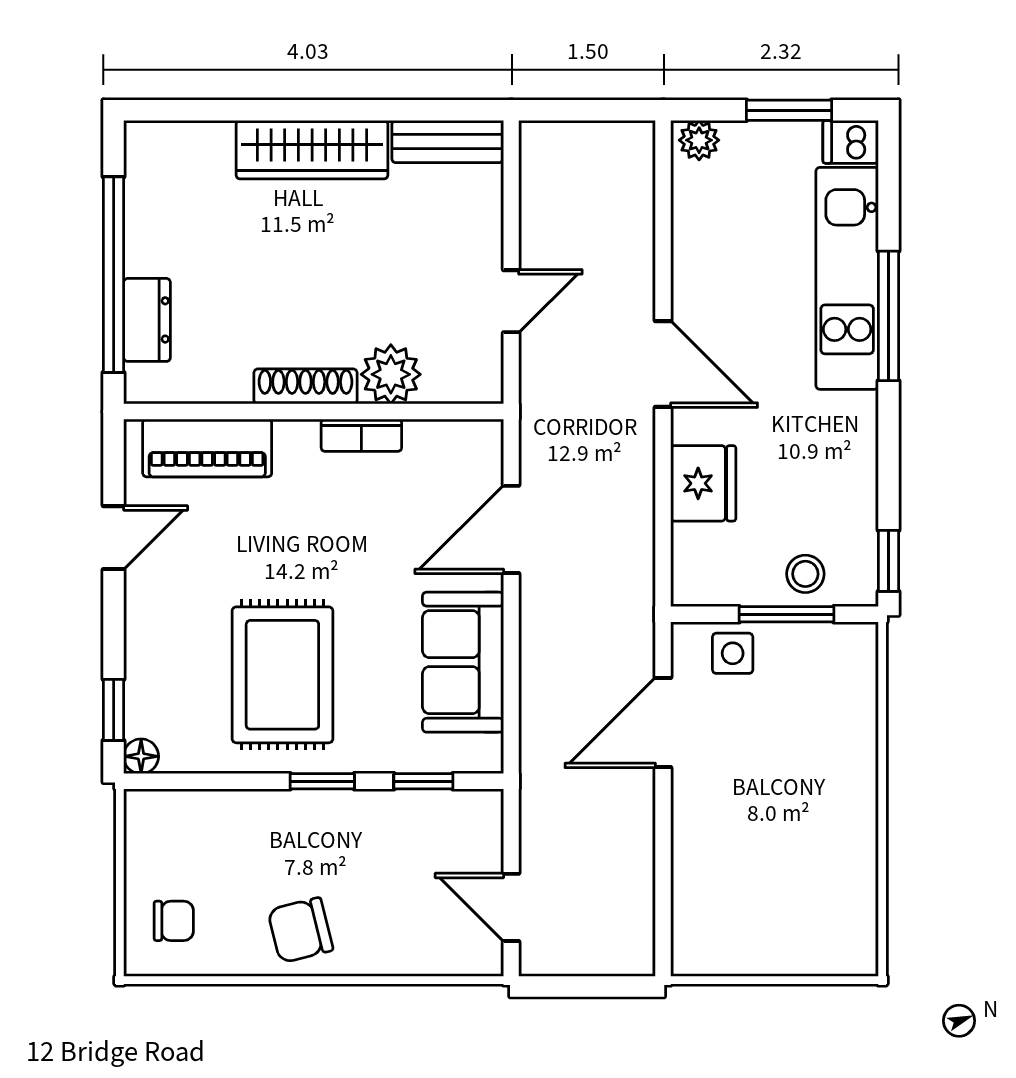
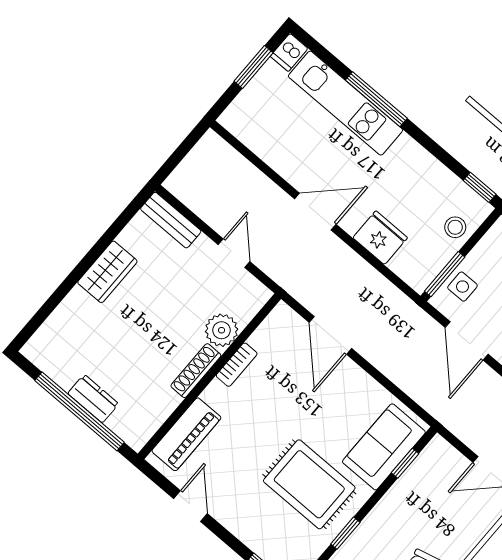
plant: (699, 140) -> (234, 116), removed
bench: (447, 142) -> (171, 220), moved, turned 90
wardrobe: (312, 150) -> (107, 272), width x0.67
dresser: (147, 320) -> (93, 399), moved
window: (787, 614) -> (445, 274), moved
sofa: (463, 662) -> (384, 447), moved, turned 90
window: (322, 781) -> (345, 533), moved

